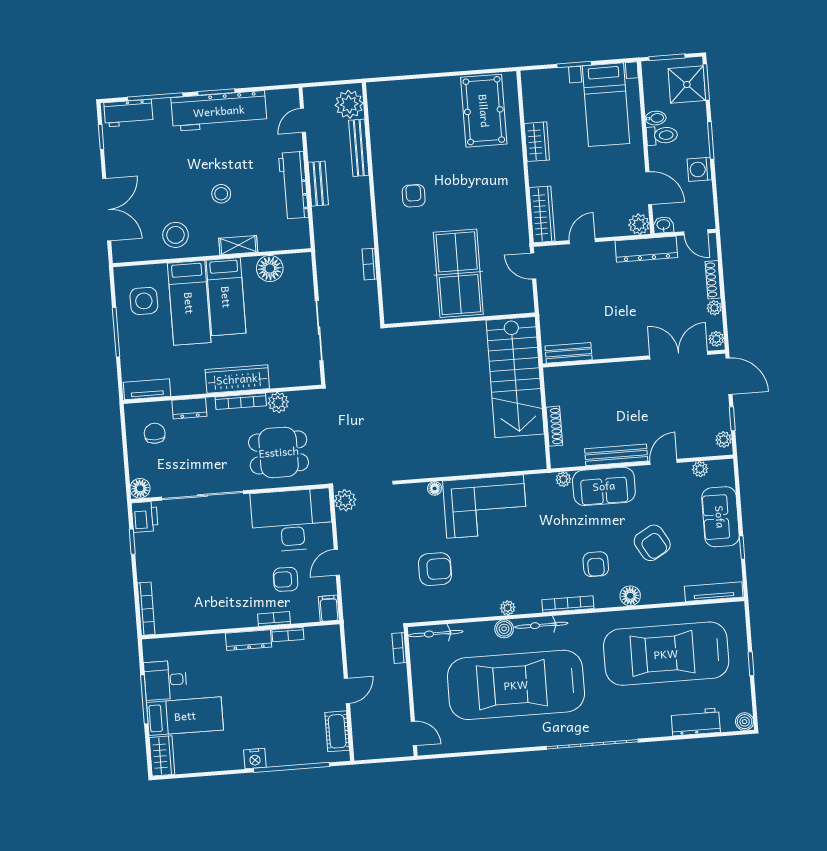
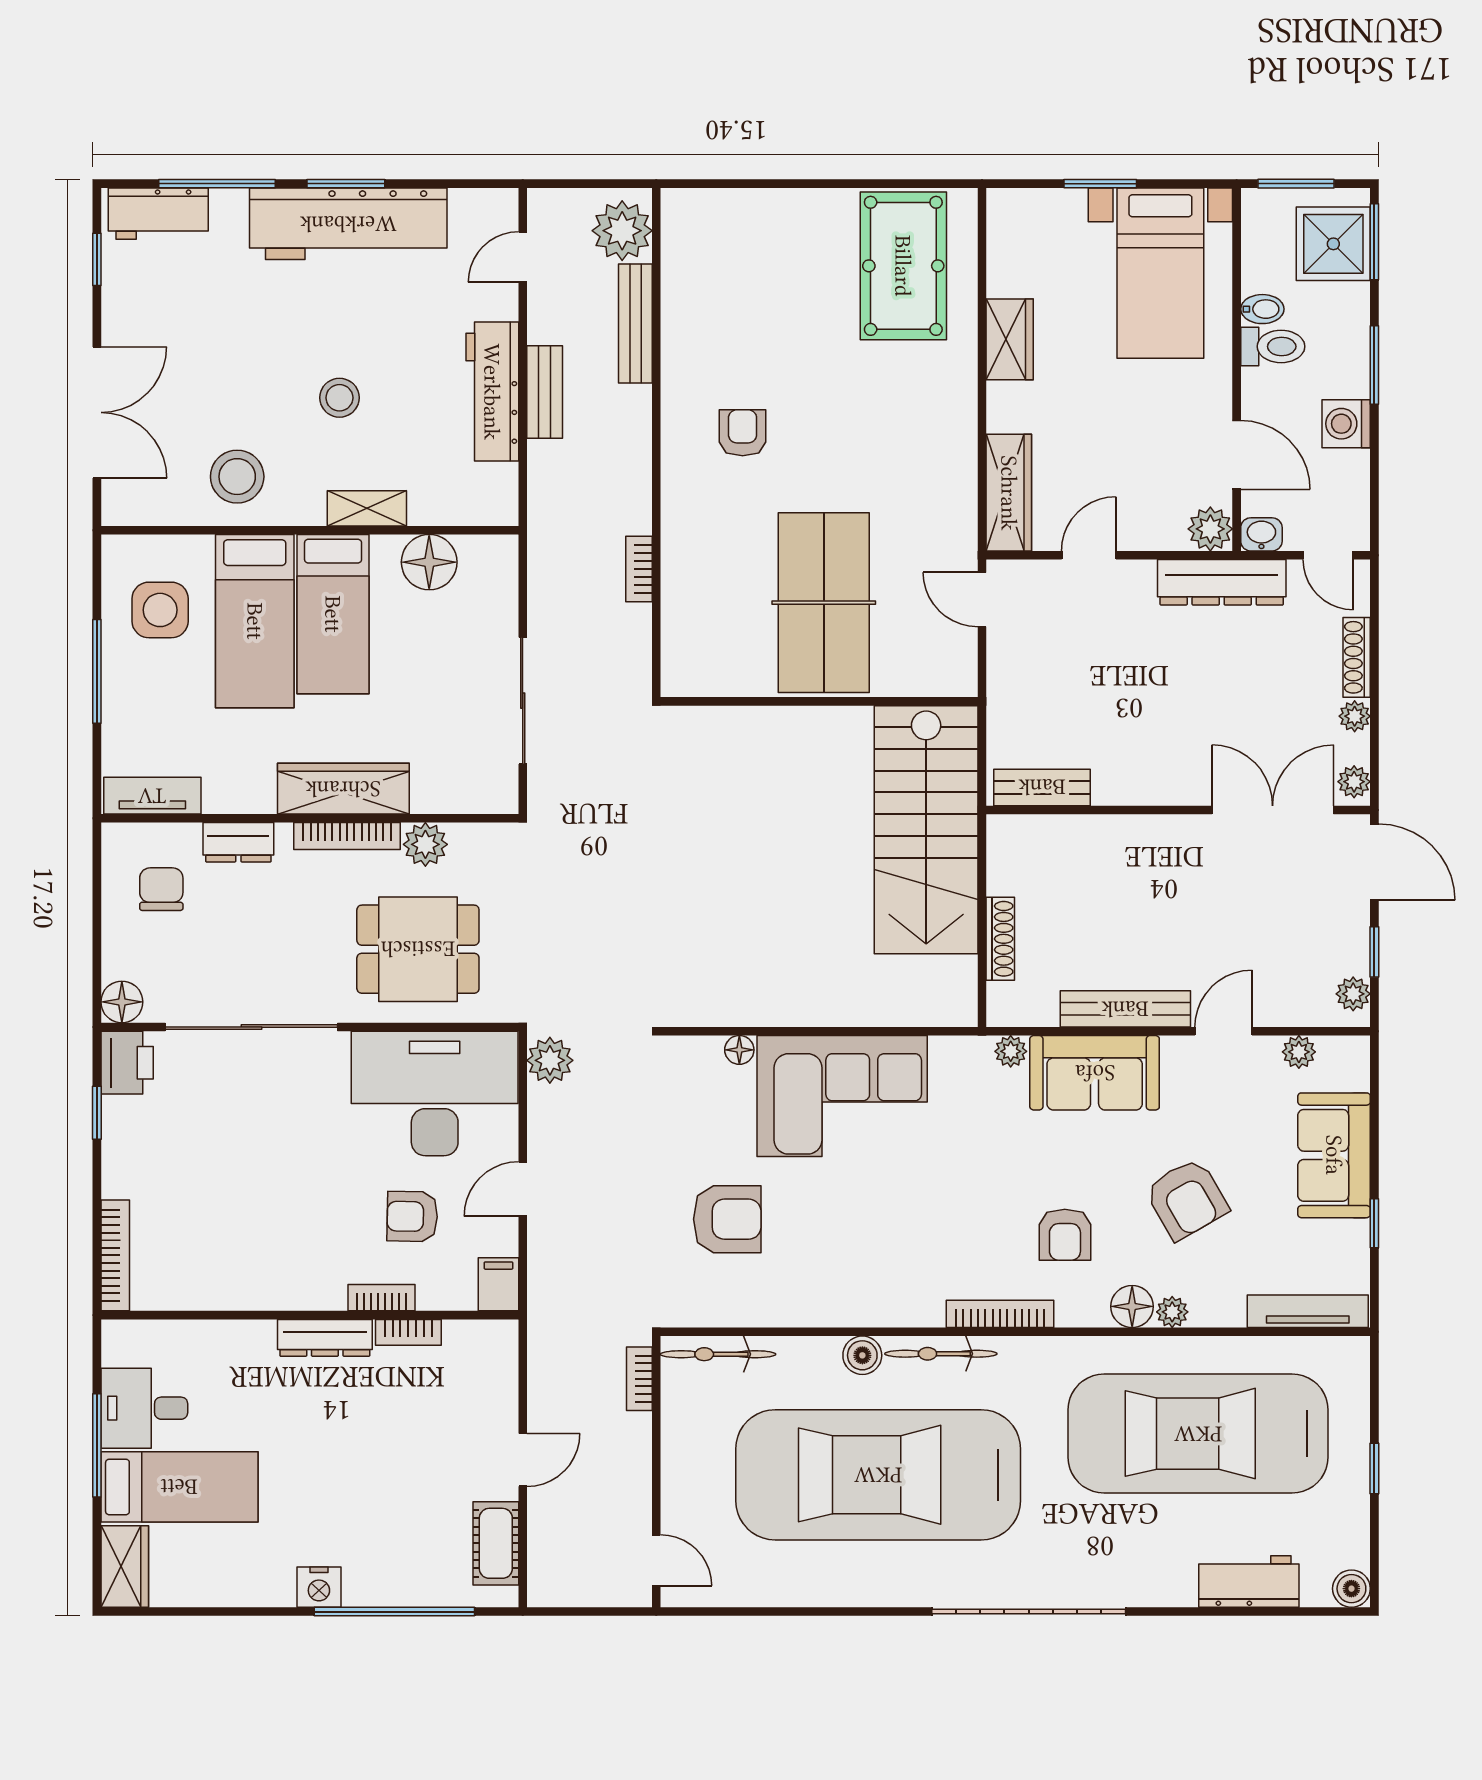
plant: (508, 608) -> (1172, 1312), moved

